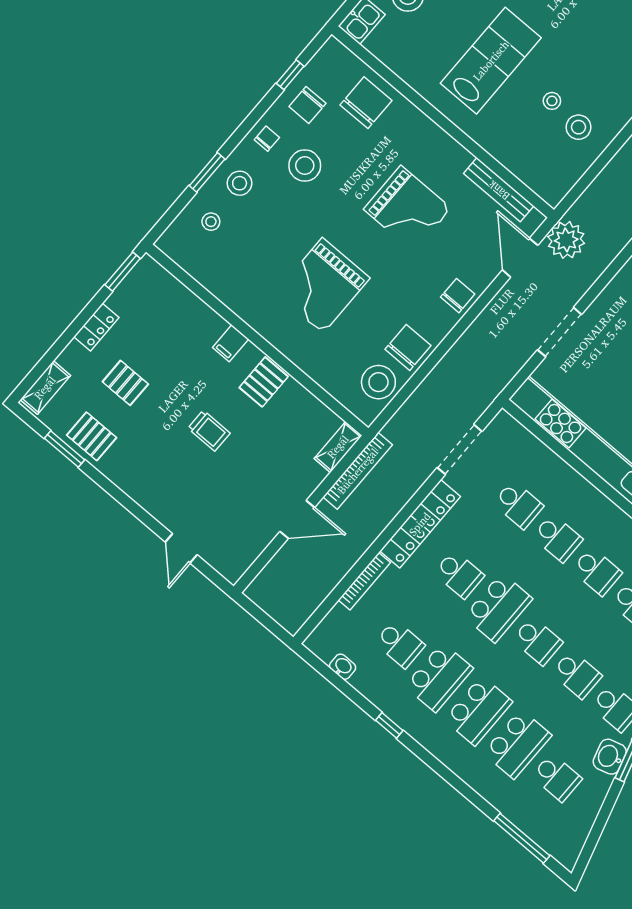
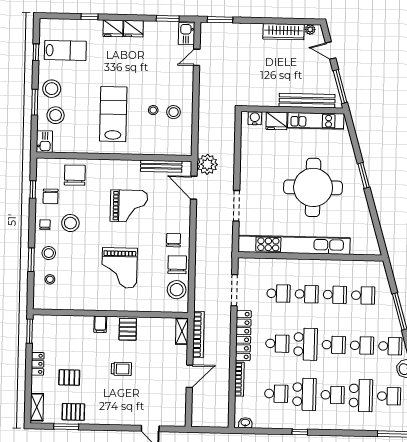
chair: (458, 296) -> (174, 240), moved
washbasin: (343, 667) -> (245, 423), moved
school desk: (478, 711) -> (333, 395), width x0.54

